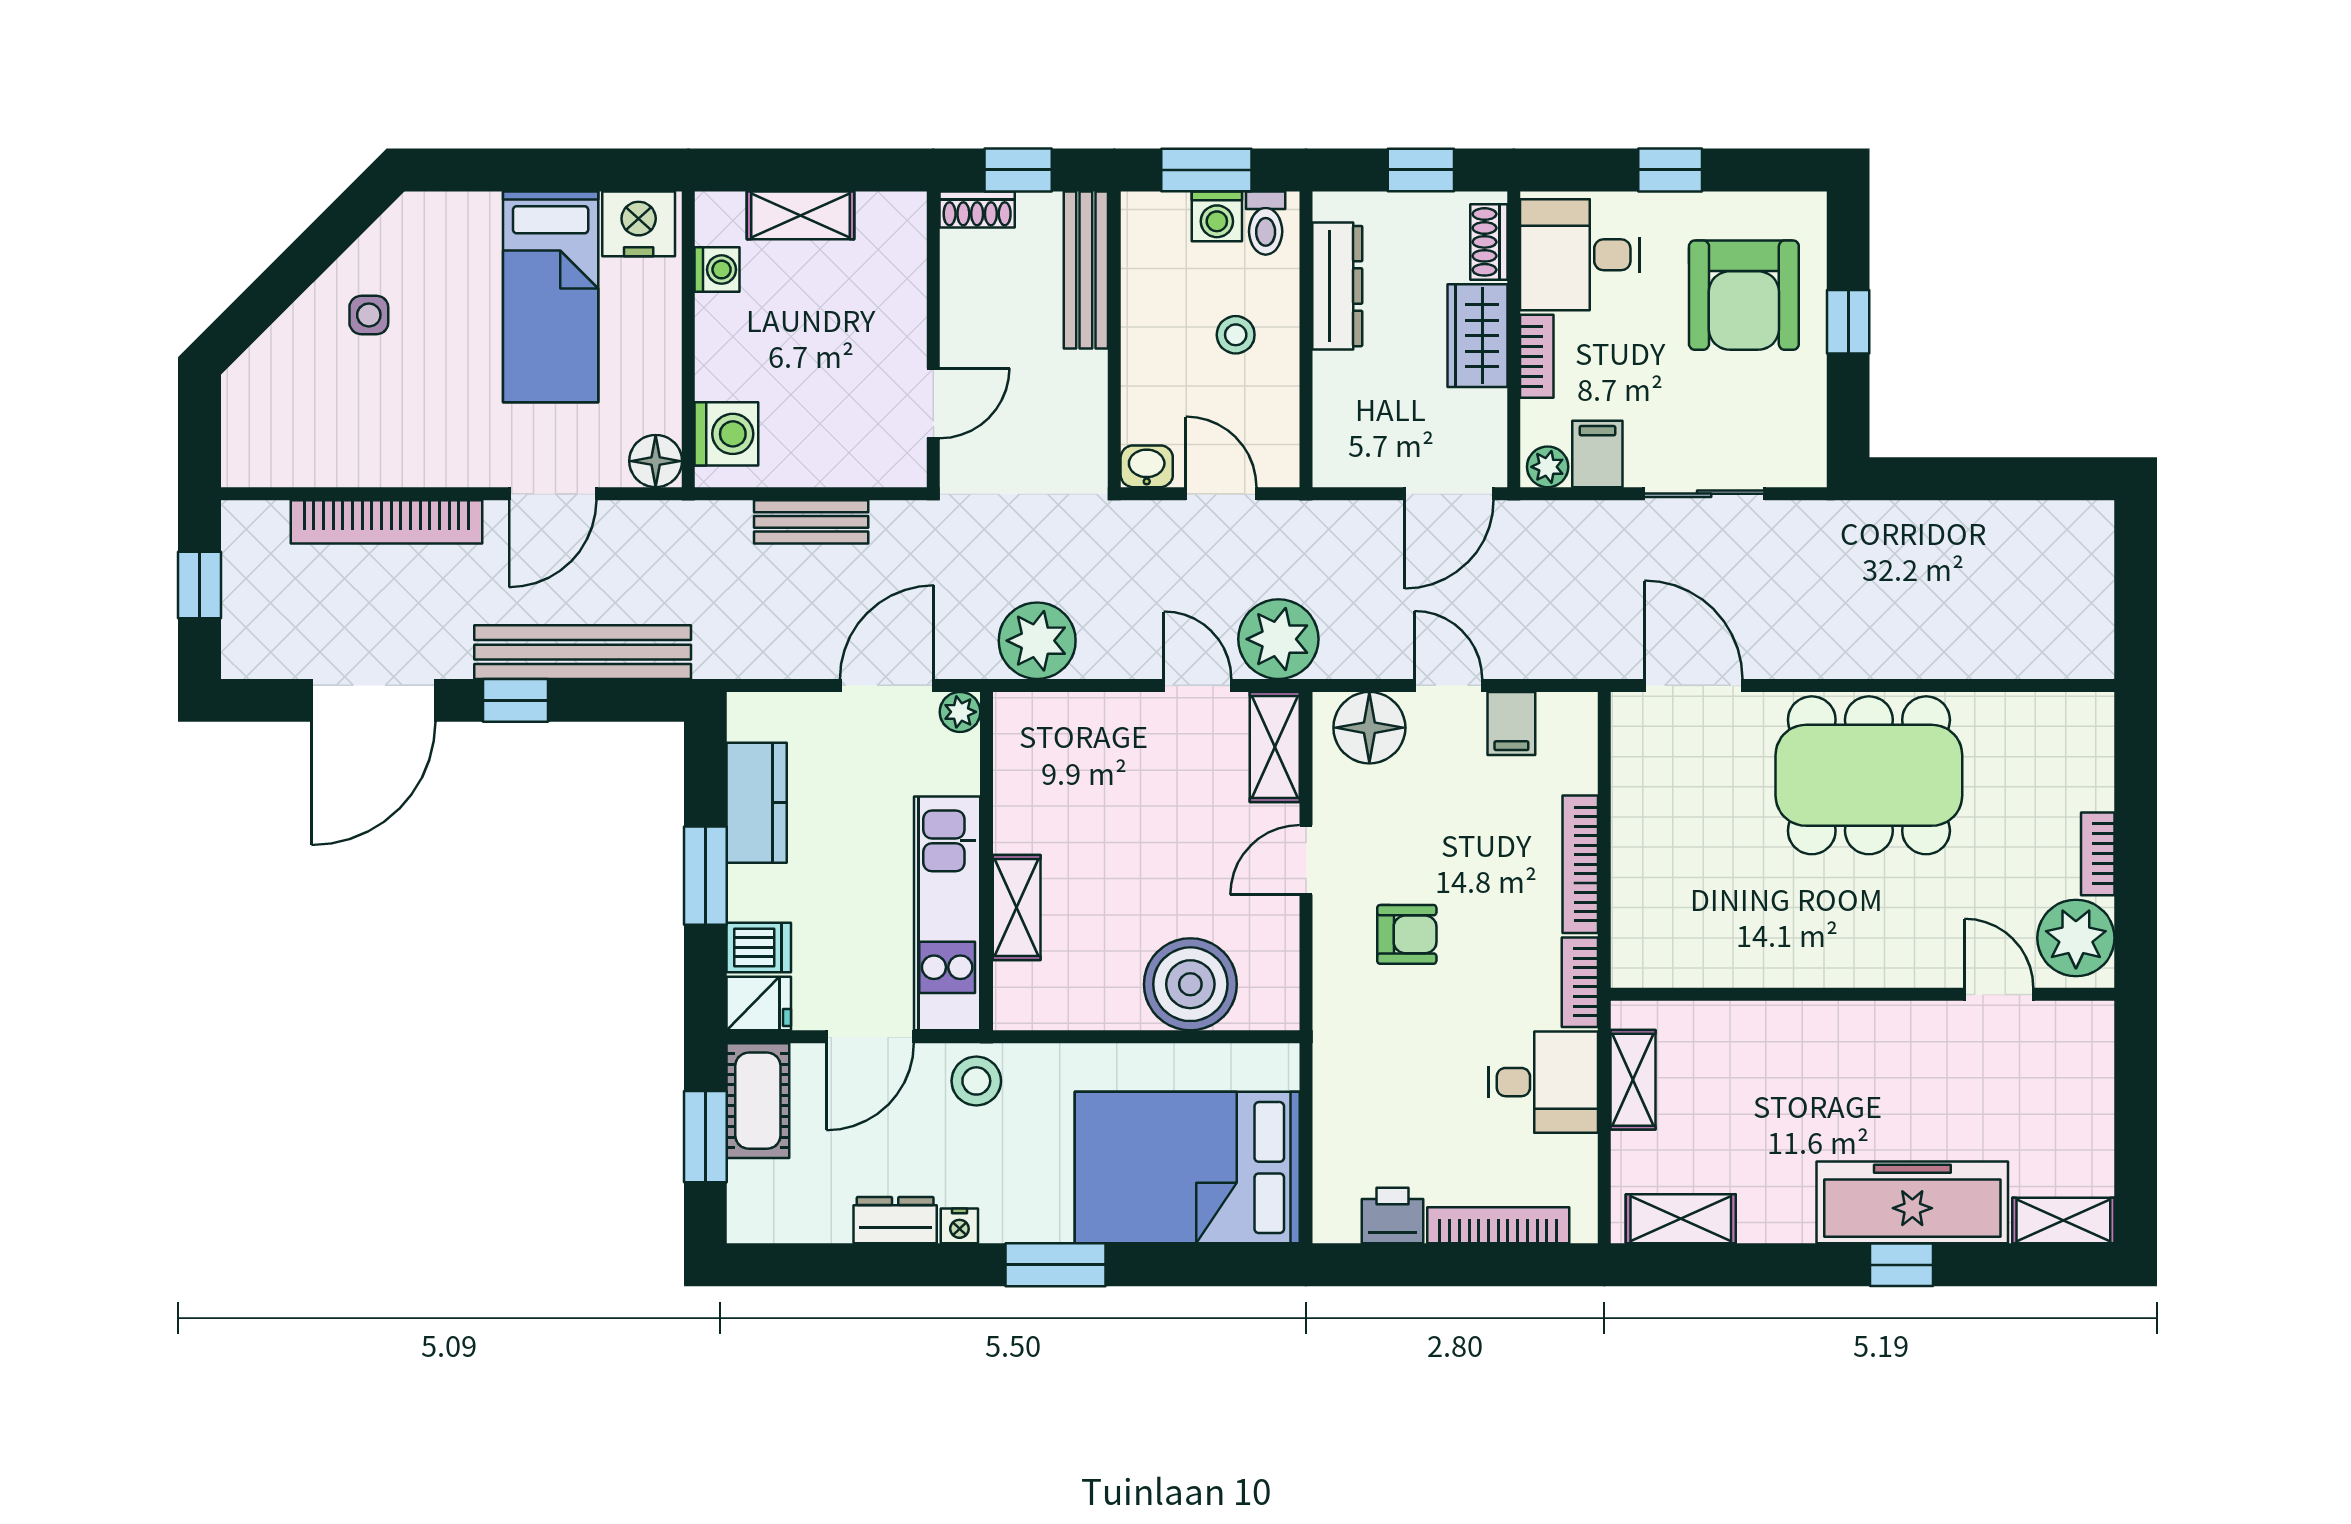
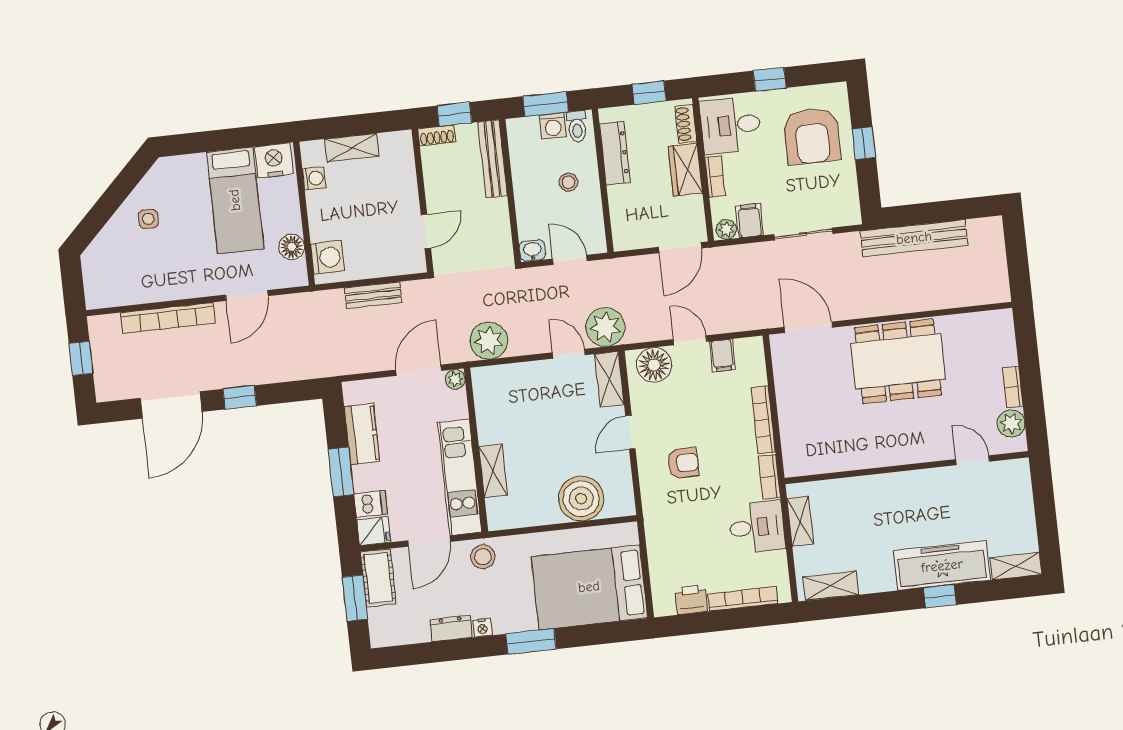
floor lamp: (656, 461) -> (292, 247), moved
bench: (583, 652) -> (914, 238), moved
plant: (2076, 938) -> (1011, 423), width x0.73, depth x0.73

